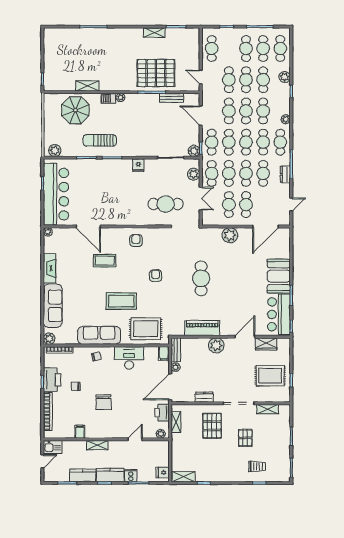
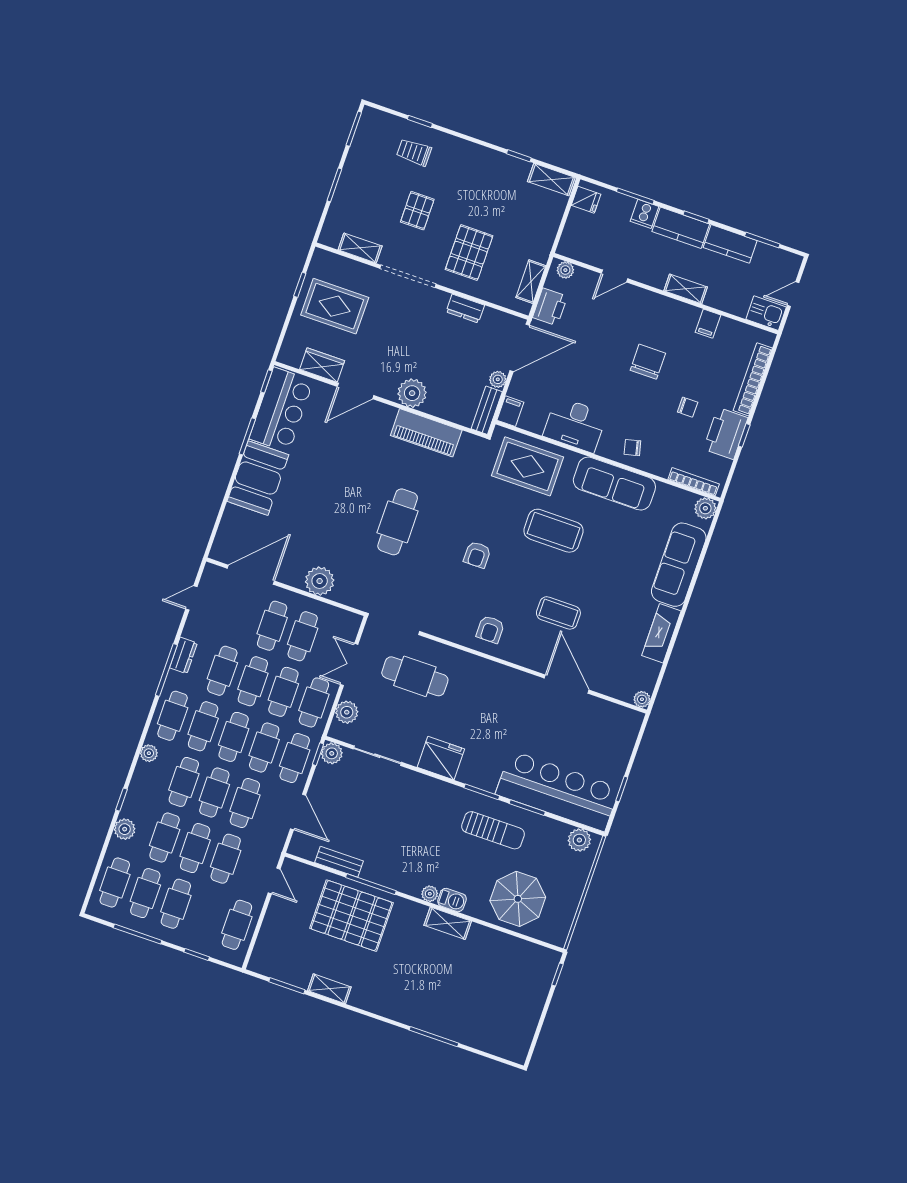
shelving: (87, 86) -> (448, 923), moved
fridge: (138, 165) -> (441, 758), width x1.88, depth x1.34
bar counter: (56, 194) -> (558, 791), moved, turned 90

